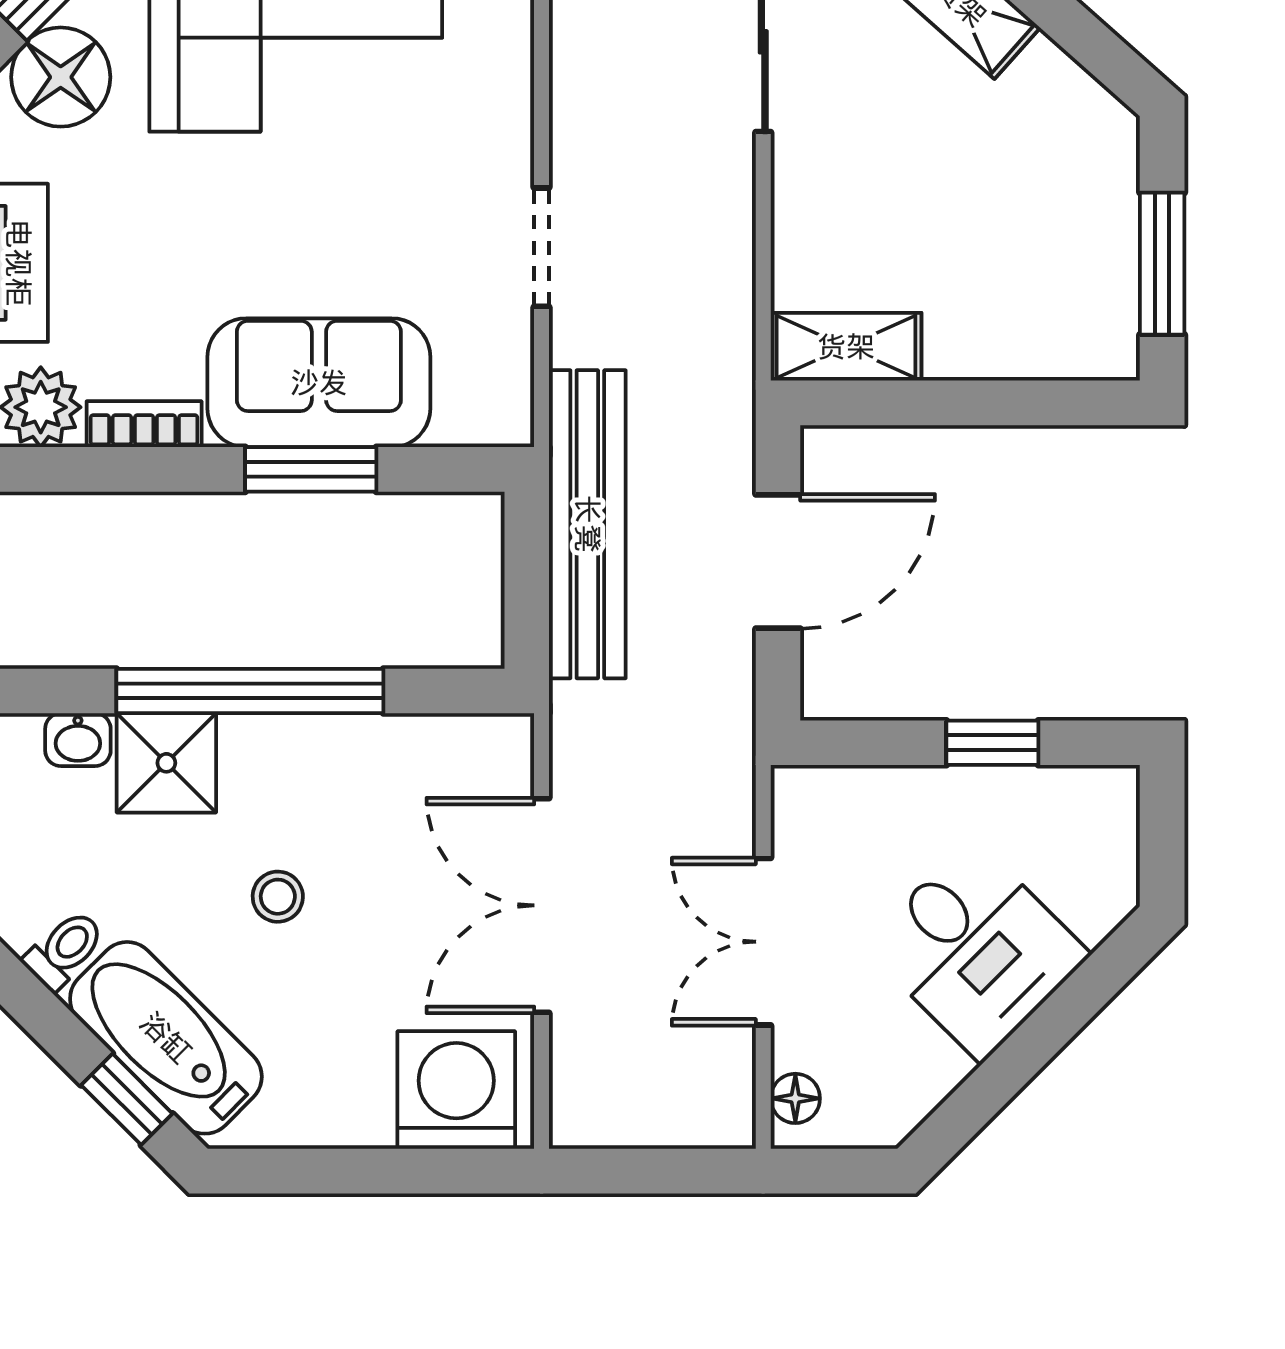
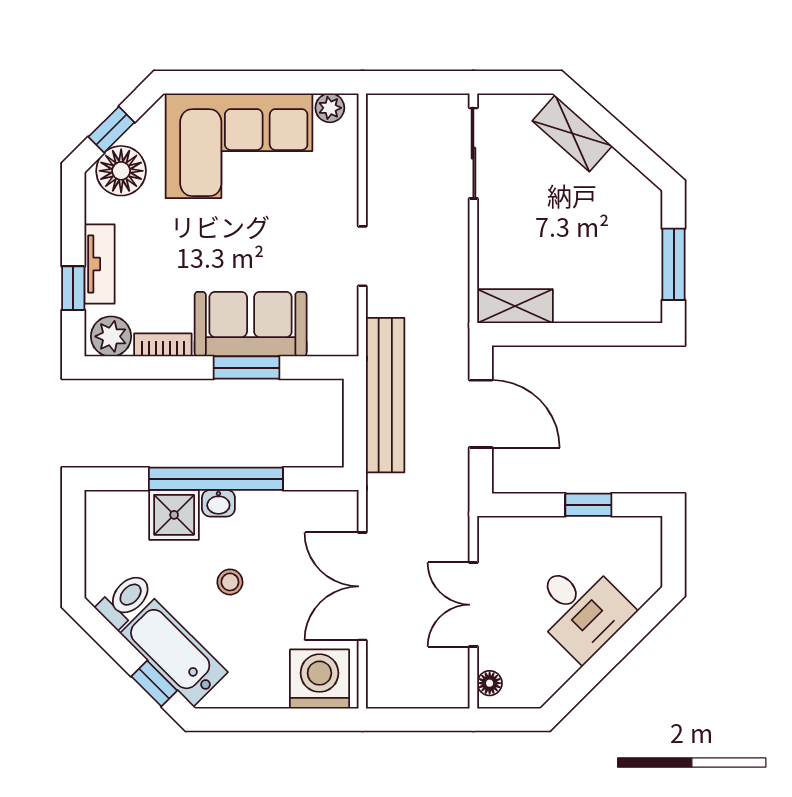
door: (778, 561) -> (481, 414), hinge flipped
washbasin: (78, 740) -> (218, 503), moved
toilet: (64, 950) -> (125, 600), width x1.37, depth x1.39

